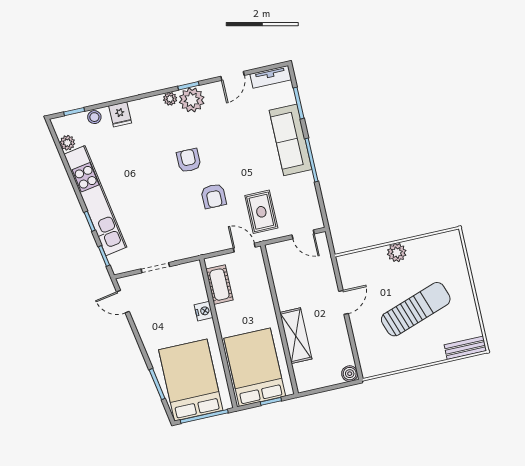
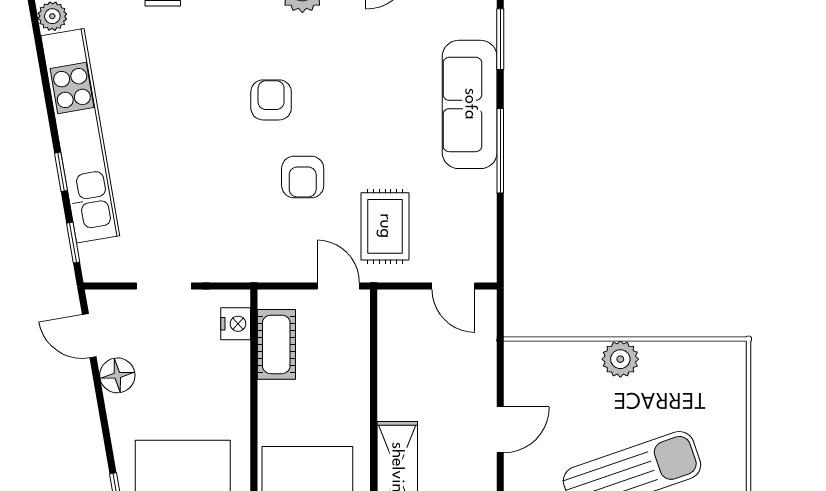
nightstand: (204, 311) -> (236, 324), moved
floor lamp: (142, 319) -> (117, 375), added

